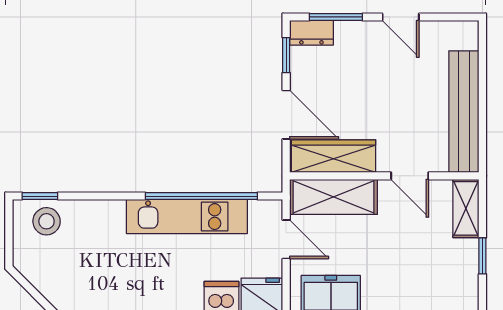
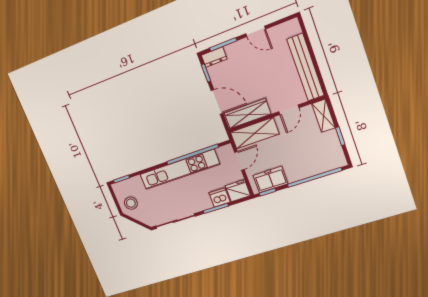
door: (410, 176) -> (289, 110), hinge flipped
kitchen unit: (187, 217) -> (179, 169), width x1.36
stool: (47, 221) -> (131, 203), moved
door: (286, 239) -> (239, 161), hinge flipped

